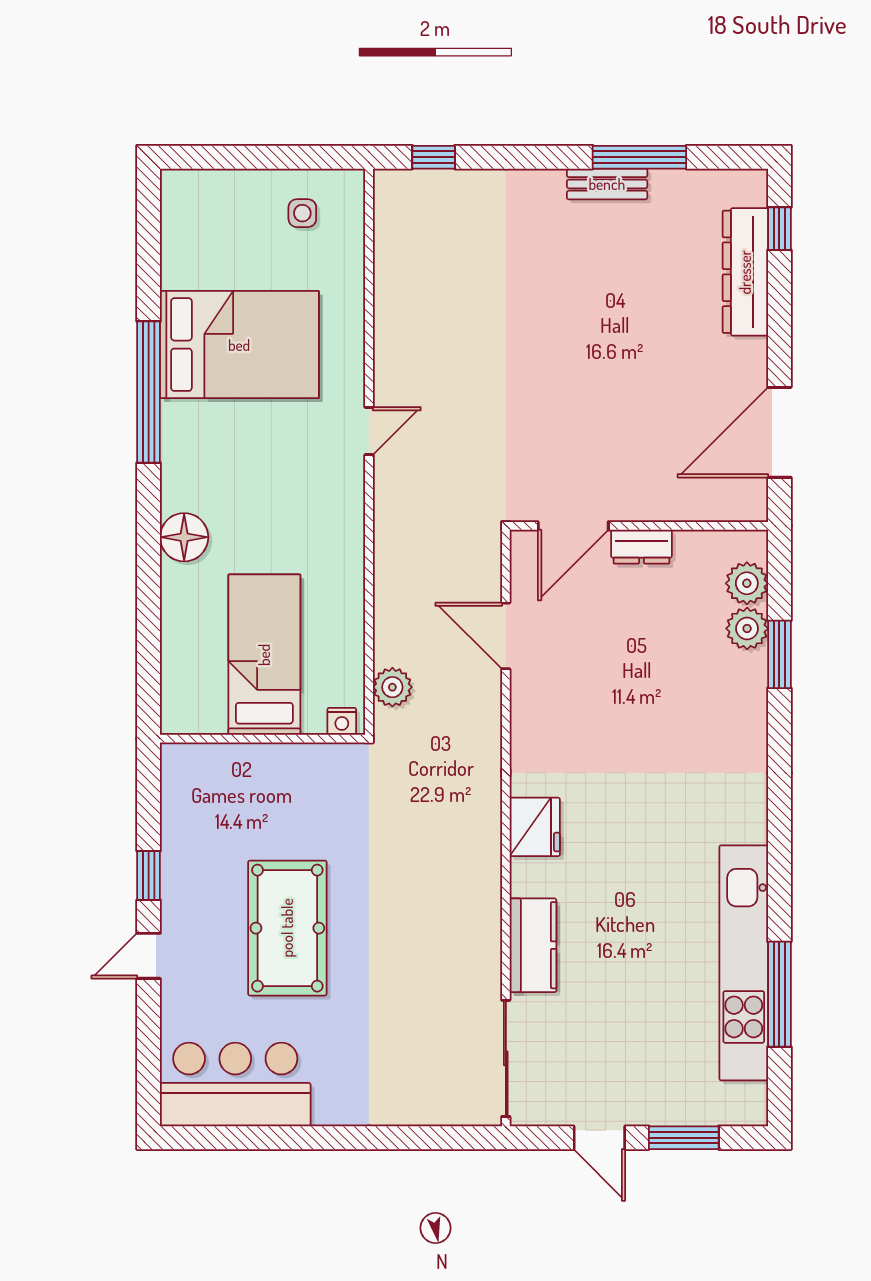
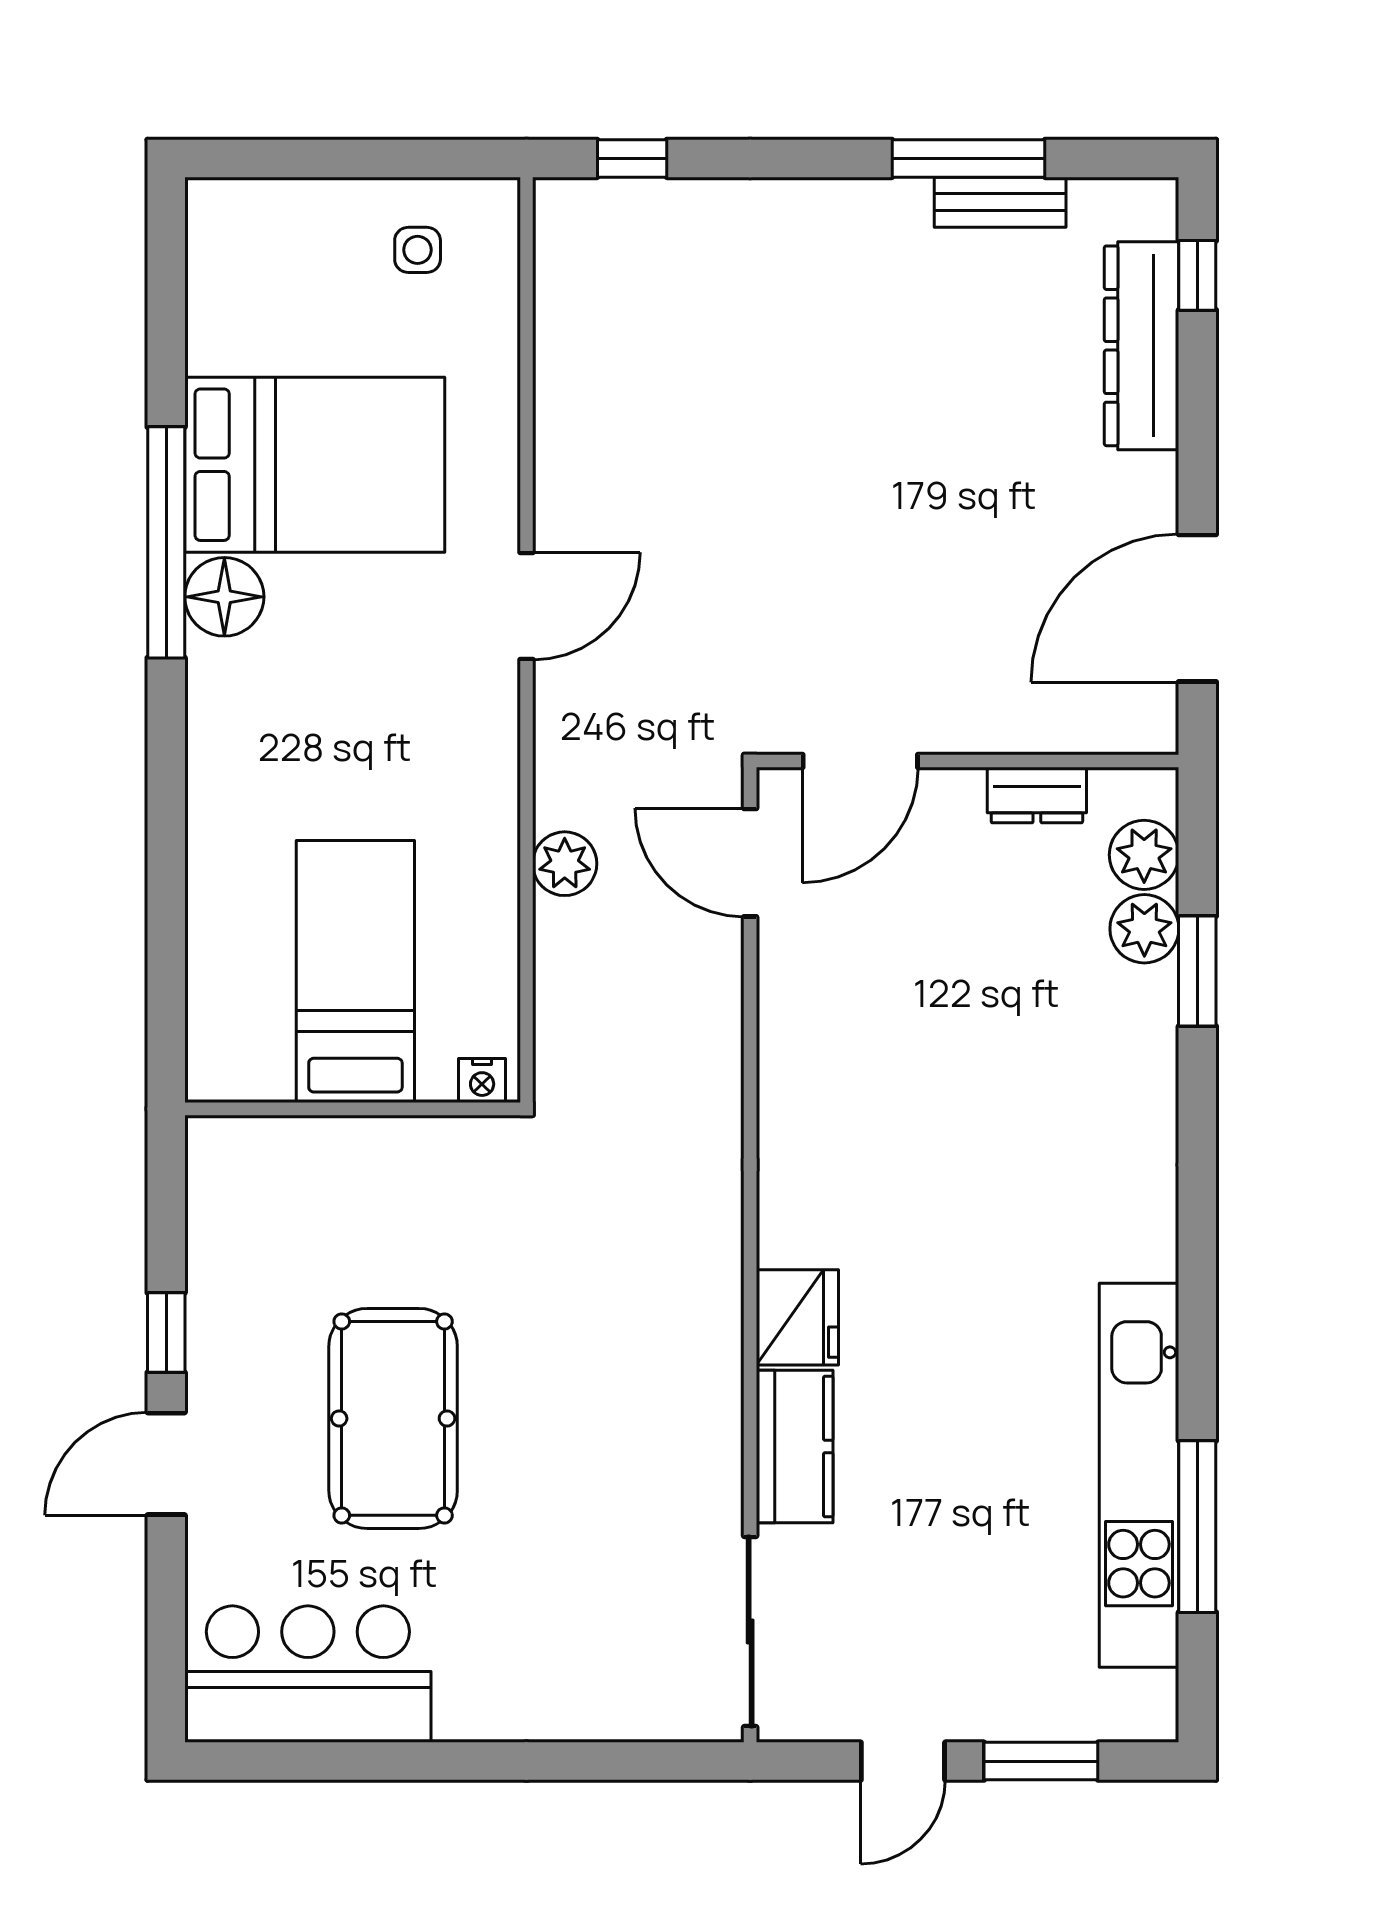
bench: (607, 184) -> (1000, 202), moved
door: (369, 431) -> (526, 606), width x1.38
floor lamp: (184, 537) -> (224, 597), moved
dresser: (641, 547) -> (1037, 795), moved
door: (506, 636) -> (750, 863), moved
plant: (392, 687) -> (565, 864), moved
fridge: (535, 827) -> (797, 1317), moved
door: (149, 956) -> (166, 1464), width x1.38
door: (599, 1138) -> (903, 1761), hinge flipped

